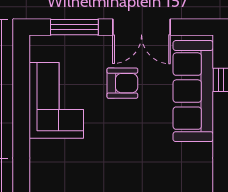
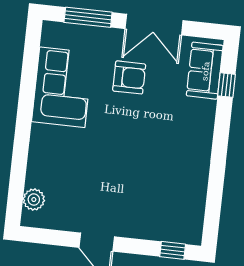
sofa: (193, 91) -> (205, 71), width x0.54, depth x0.79

